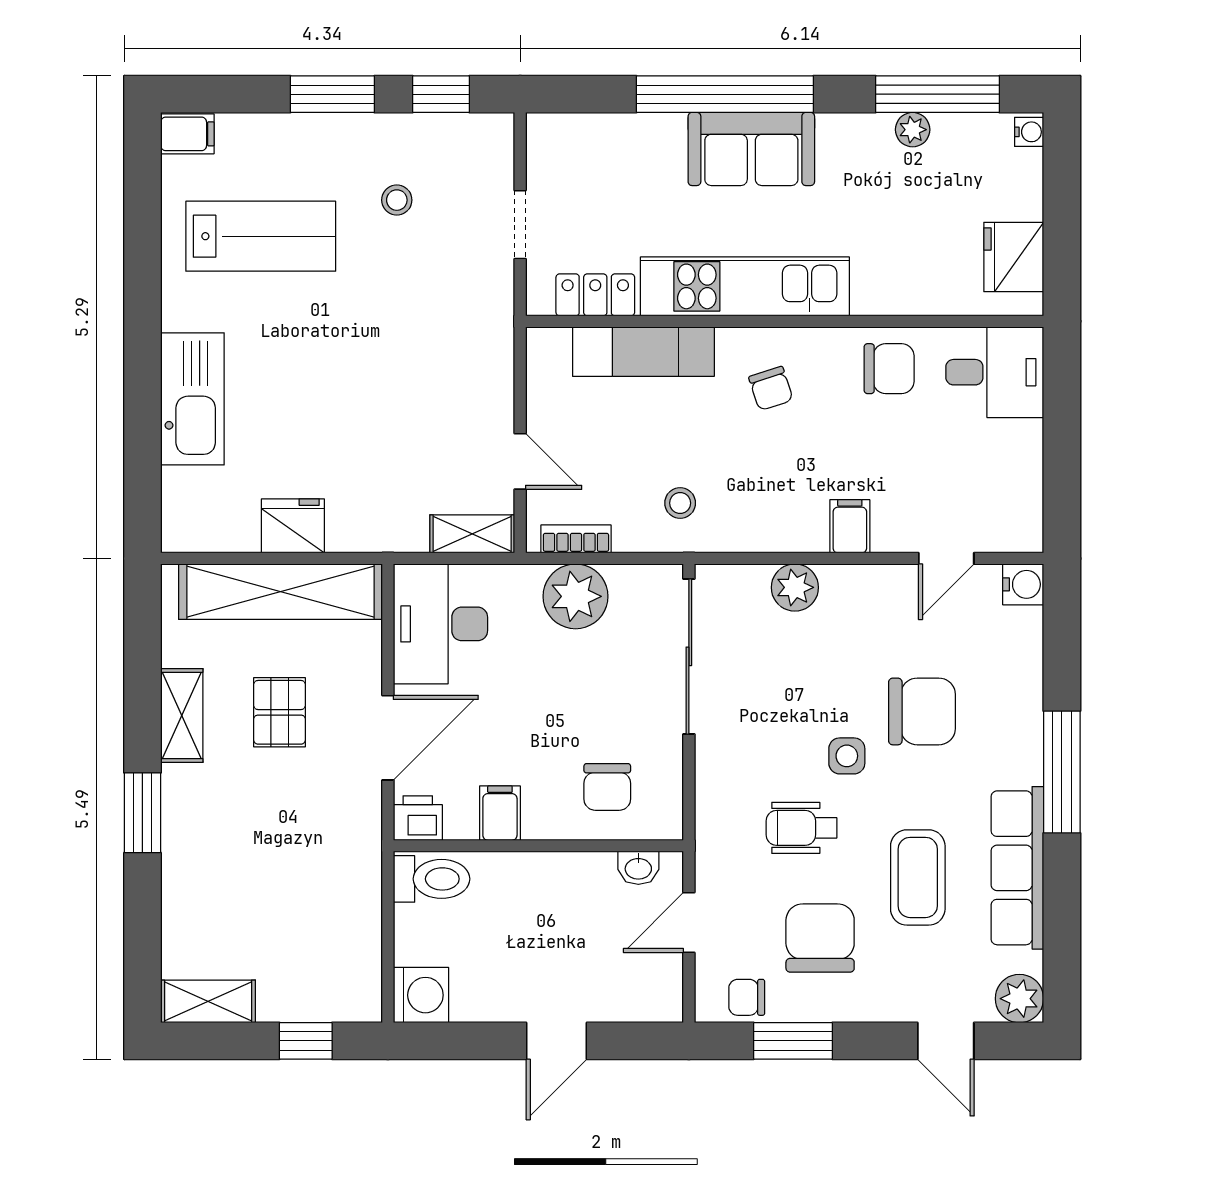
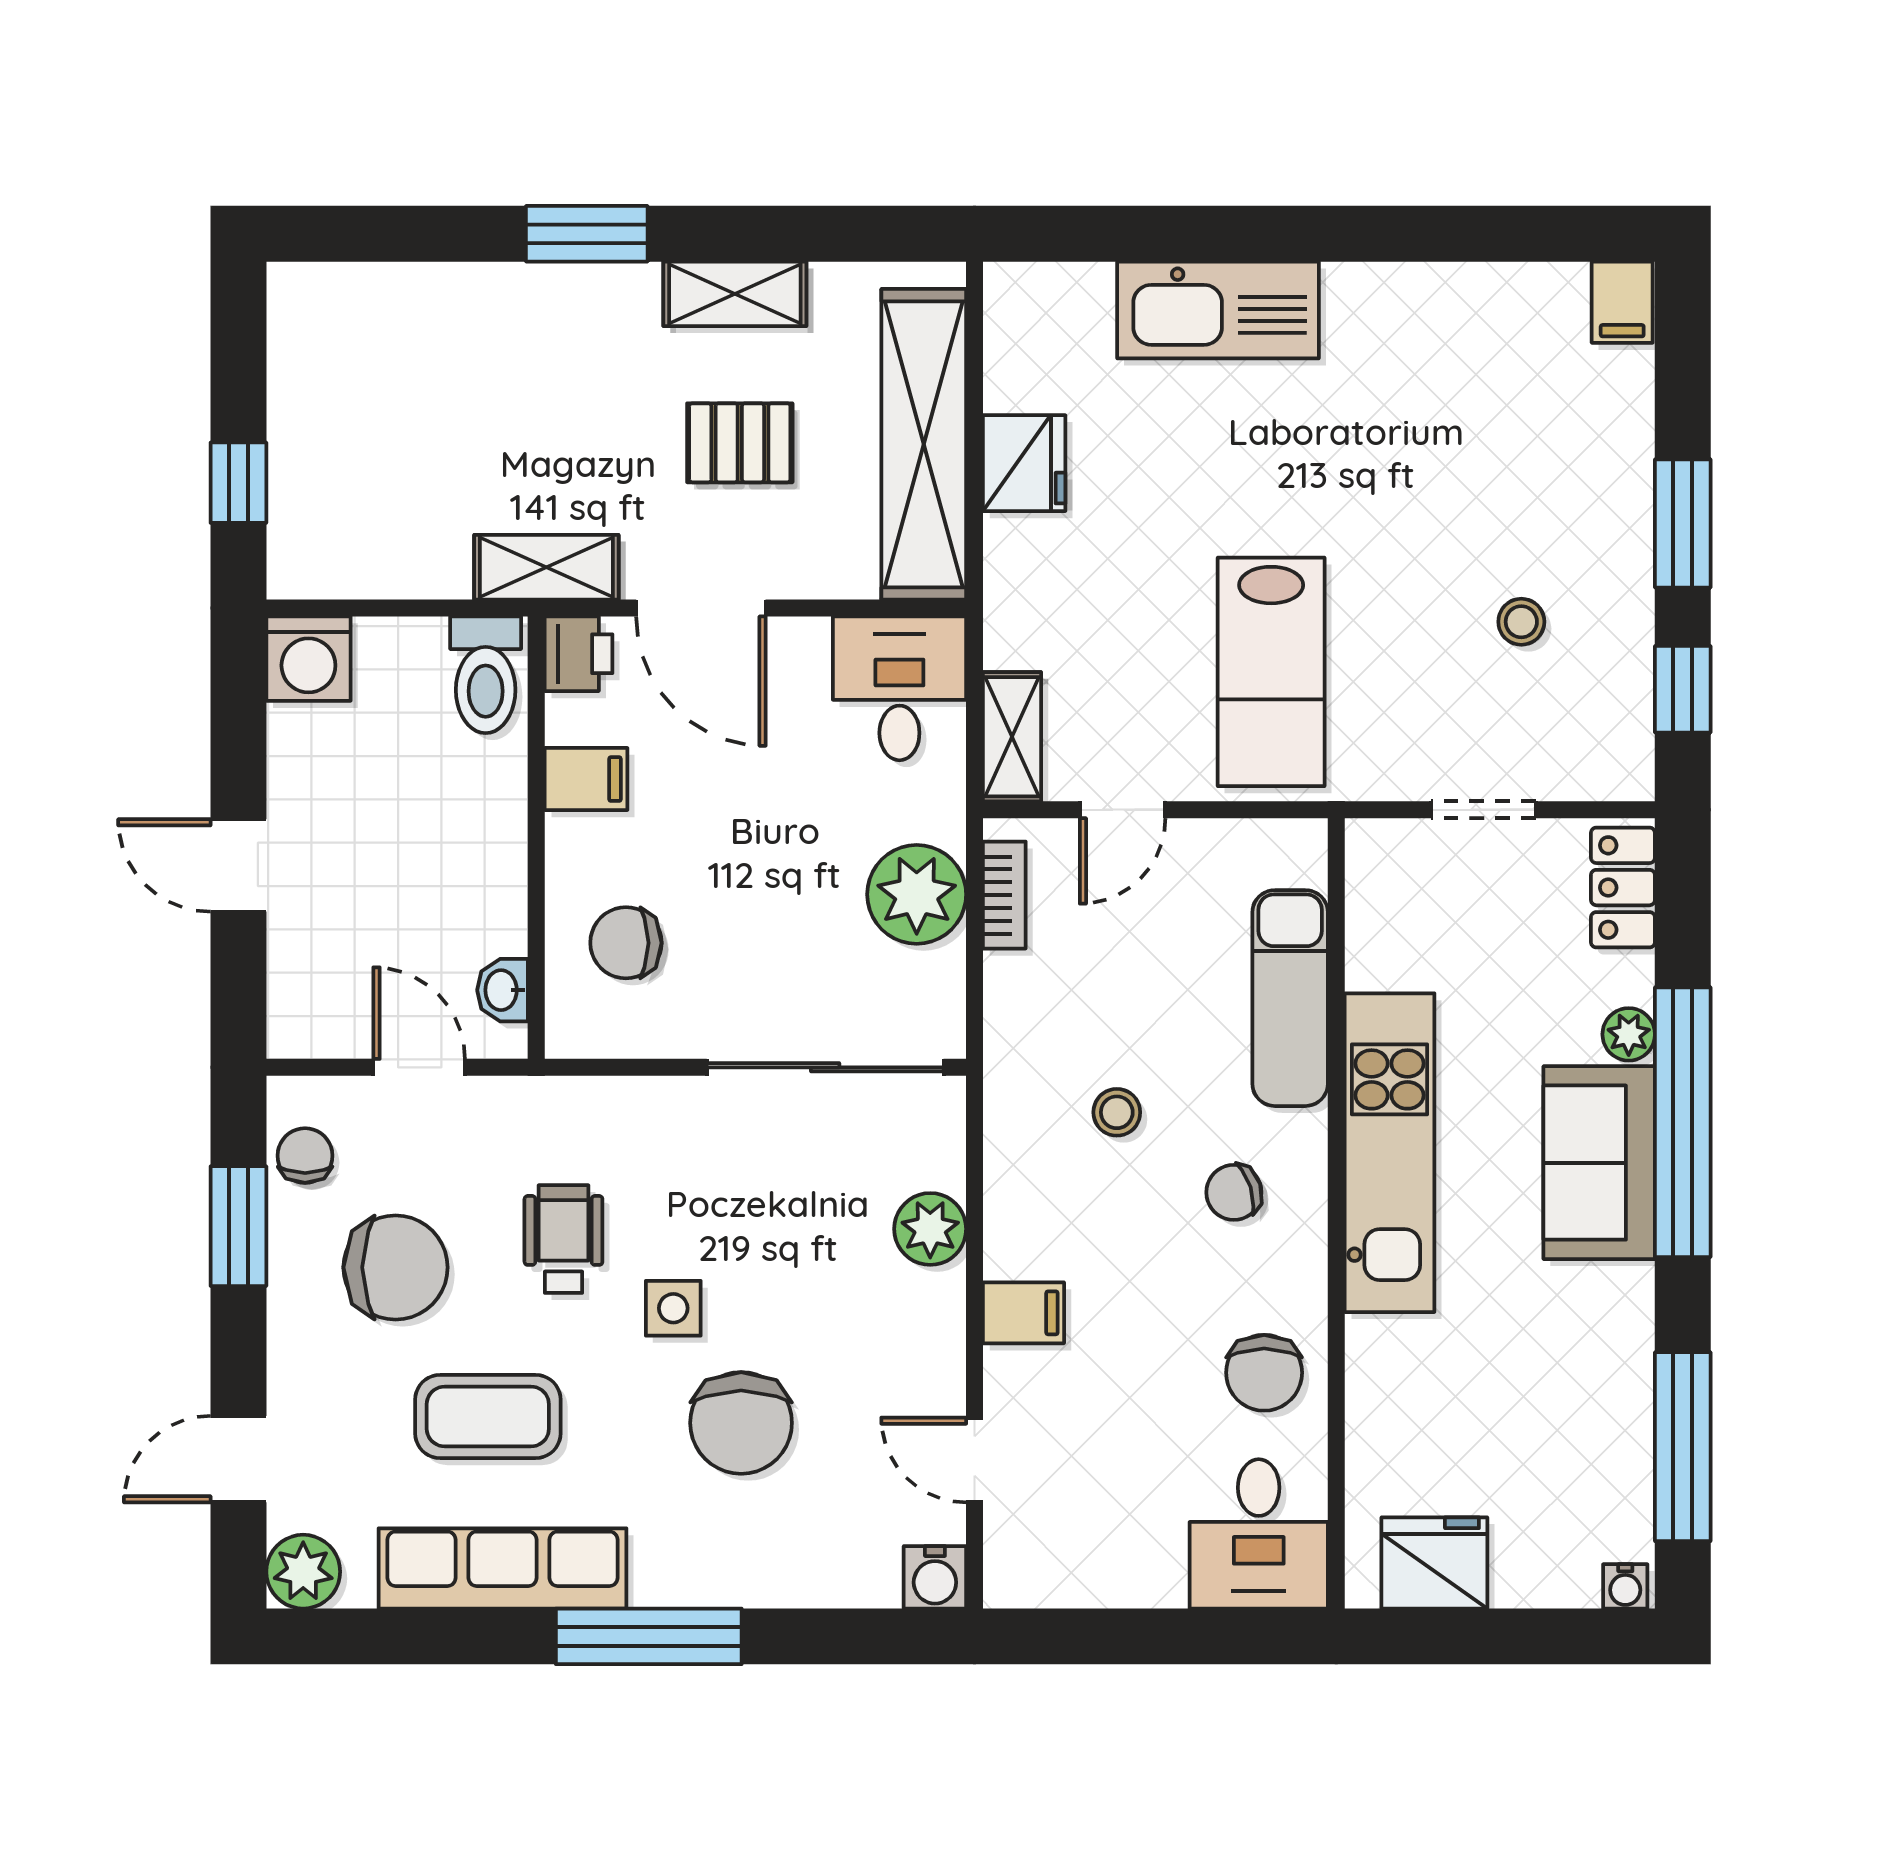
plant: (913, 130) -> (1629, 1034), moved
lab bench: (261, 236) -> (1271, 672), moved
locker: (595, 295) -> (1623, 888), moved, turned 180
stool: (680, 503) -> (1117, 1112), moved
desk: (440, 624) -> (899, 688), width x0.73
shelving: (208, 1001) -> (546, 567), moved, turned 90

